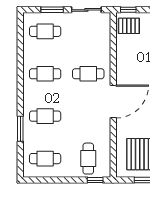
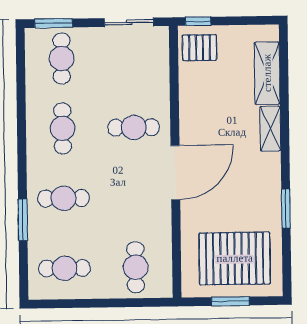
window: (52, 10) -> (54, 23), moved
cafe table: (45, 31) -> (62, 59), turned 90
cafe table: (45, 74) -> (63, 128), turned 90
window: (95, 180) -> (147, 302), removed

